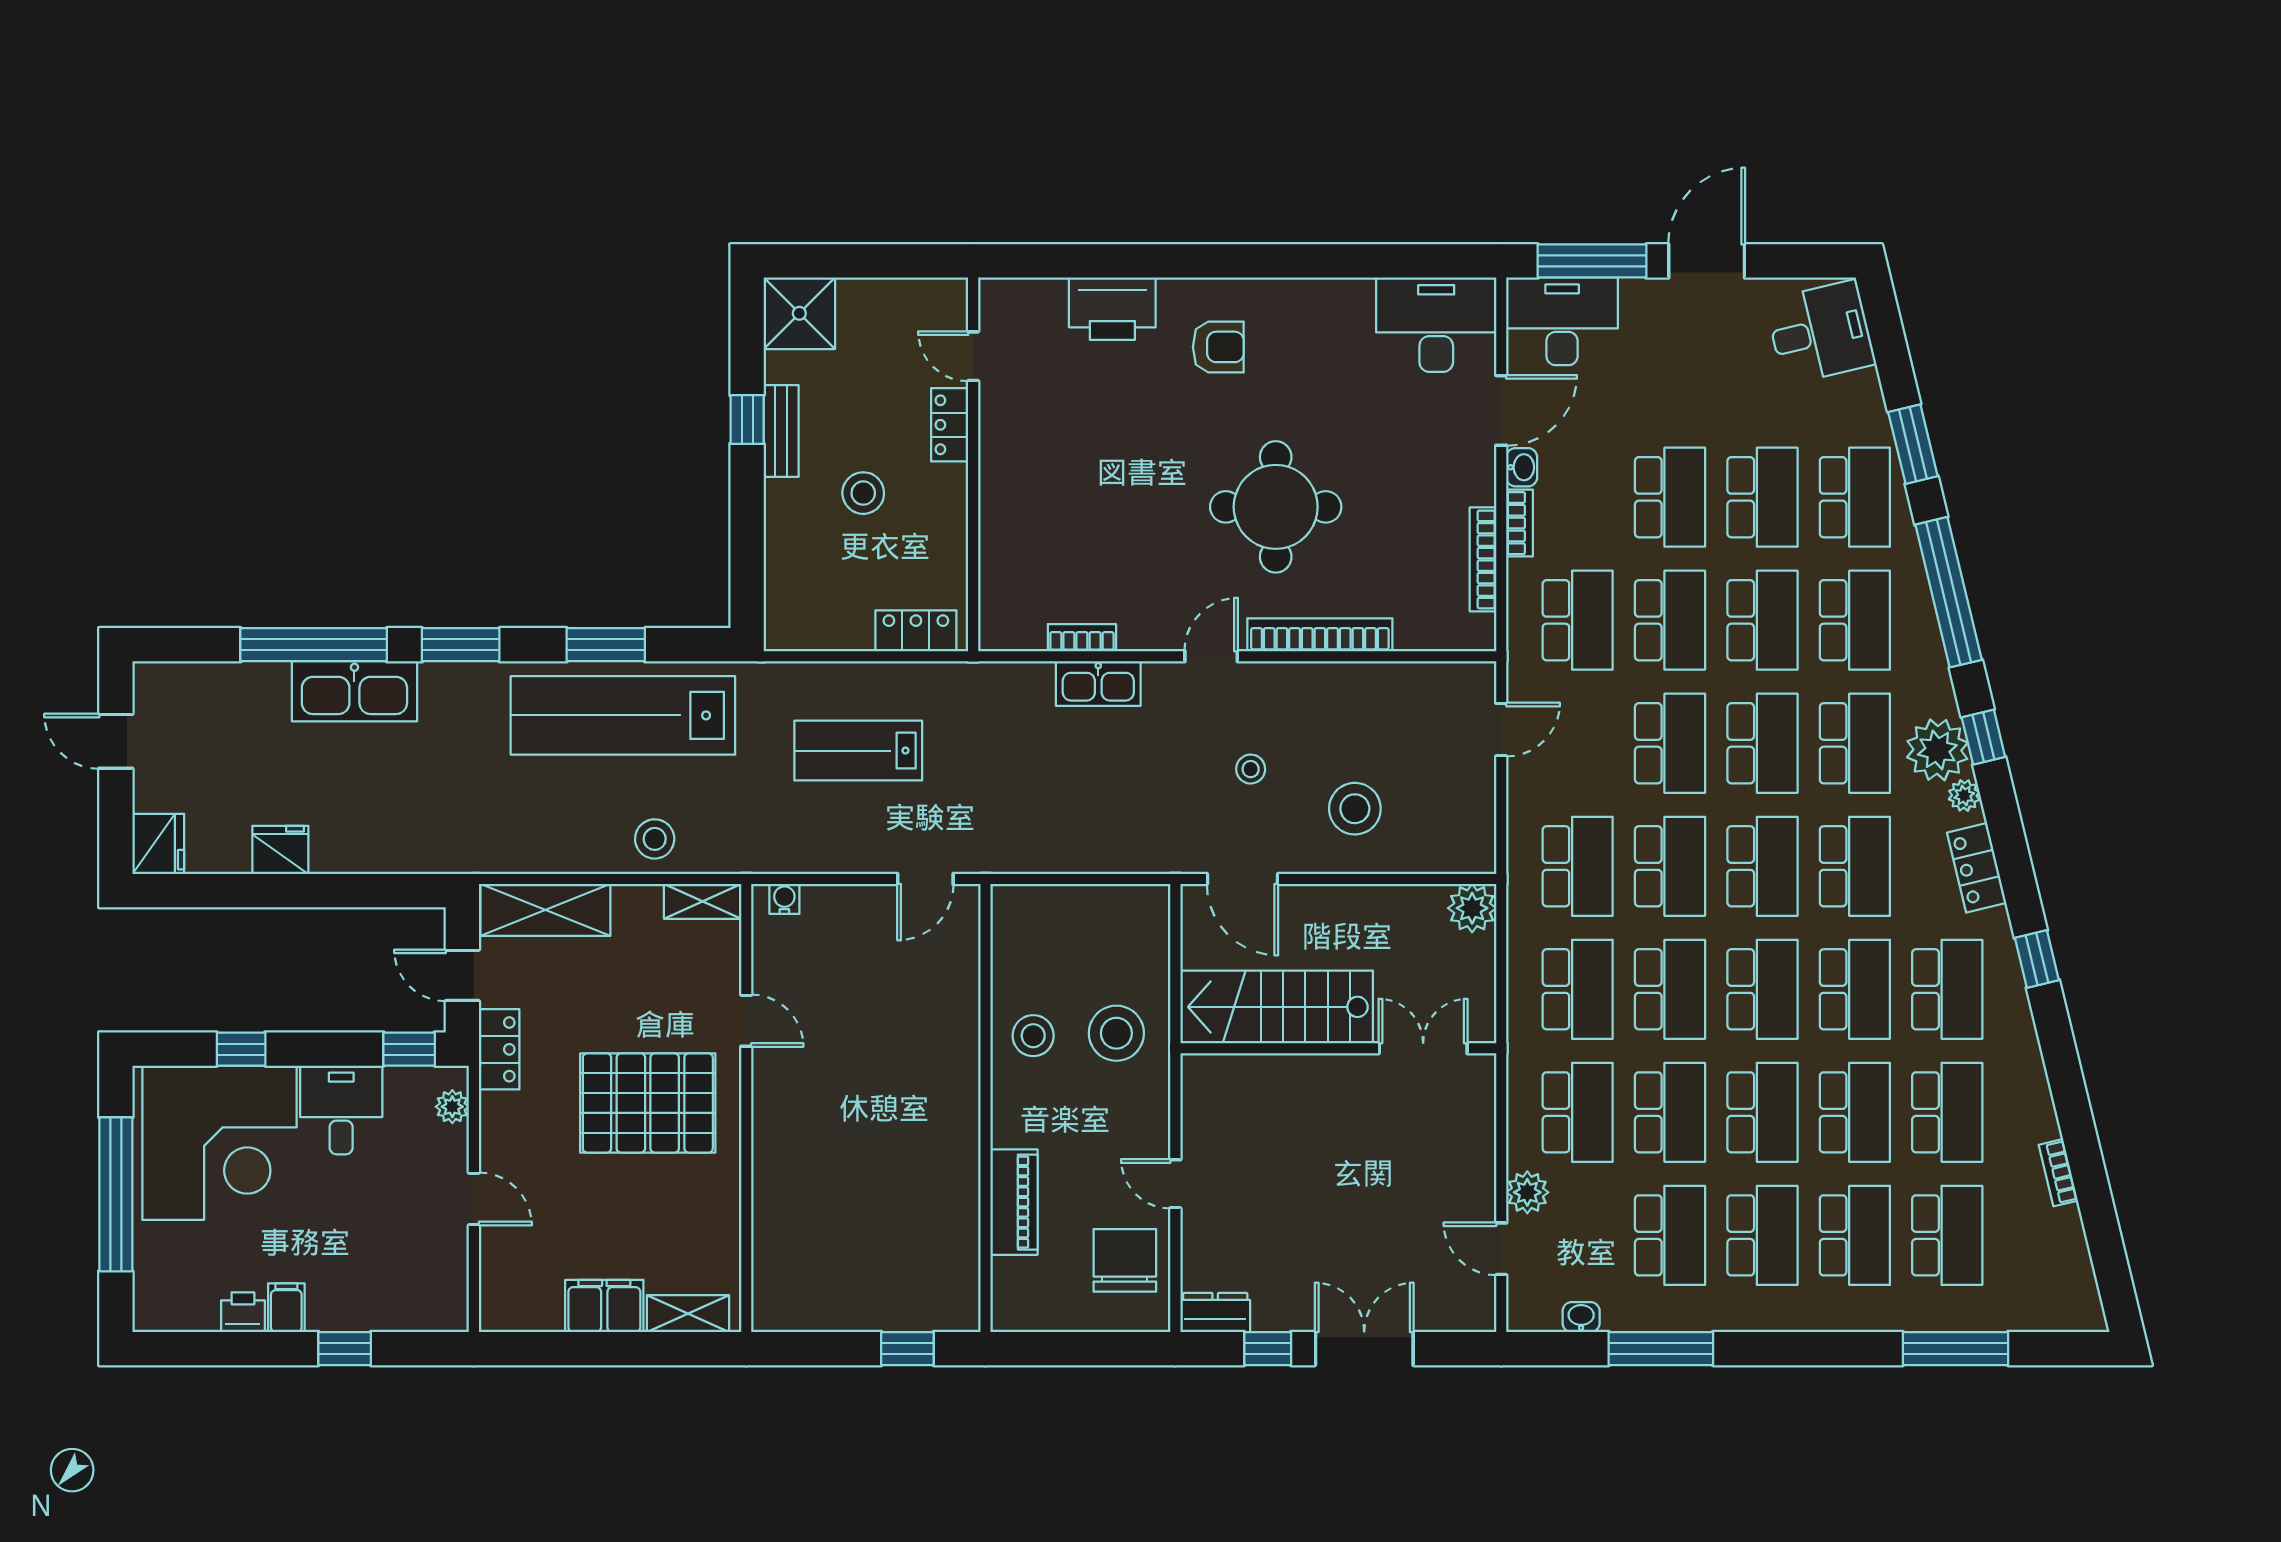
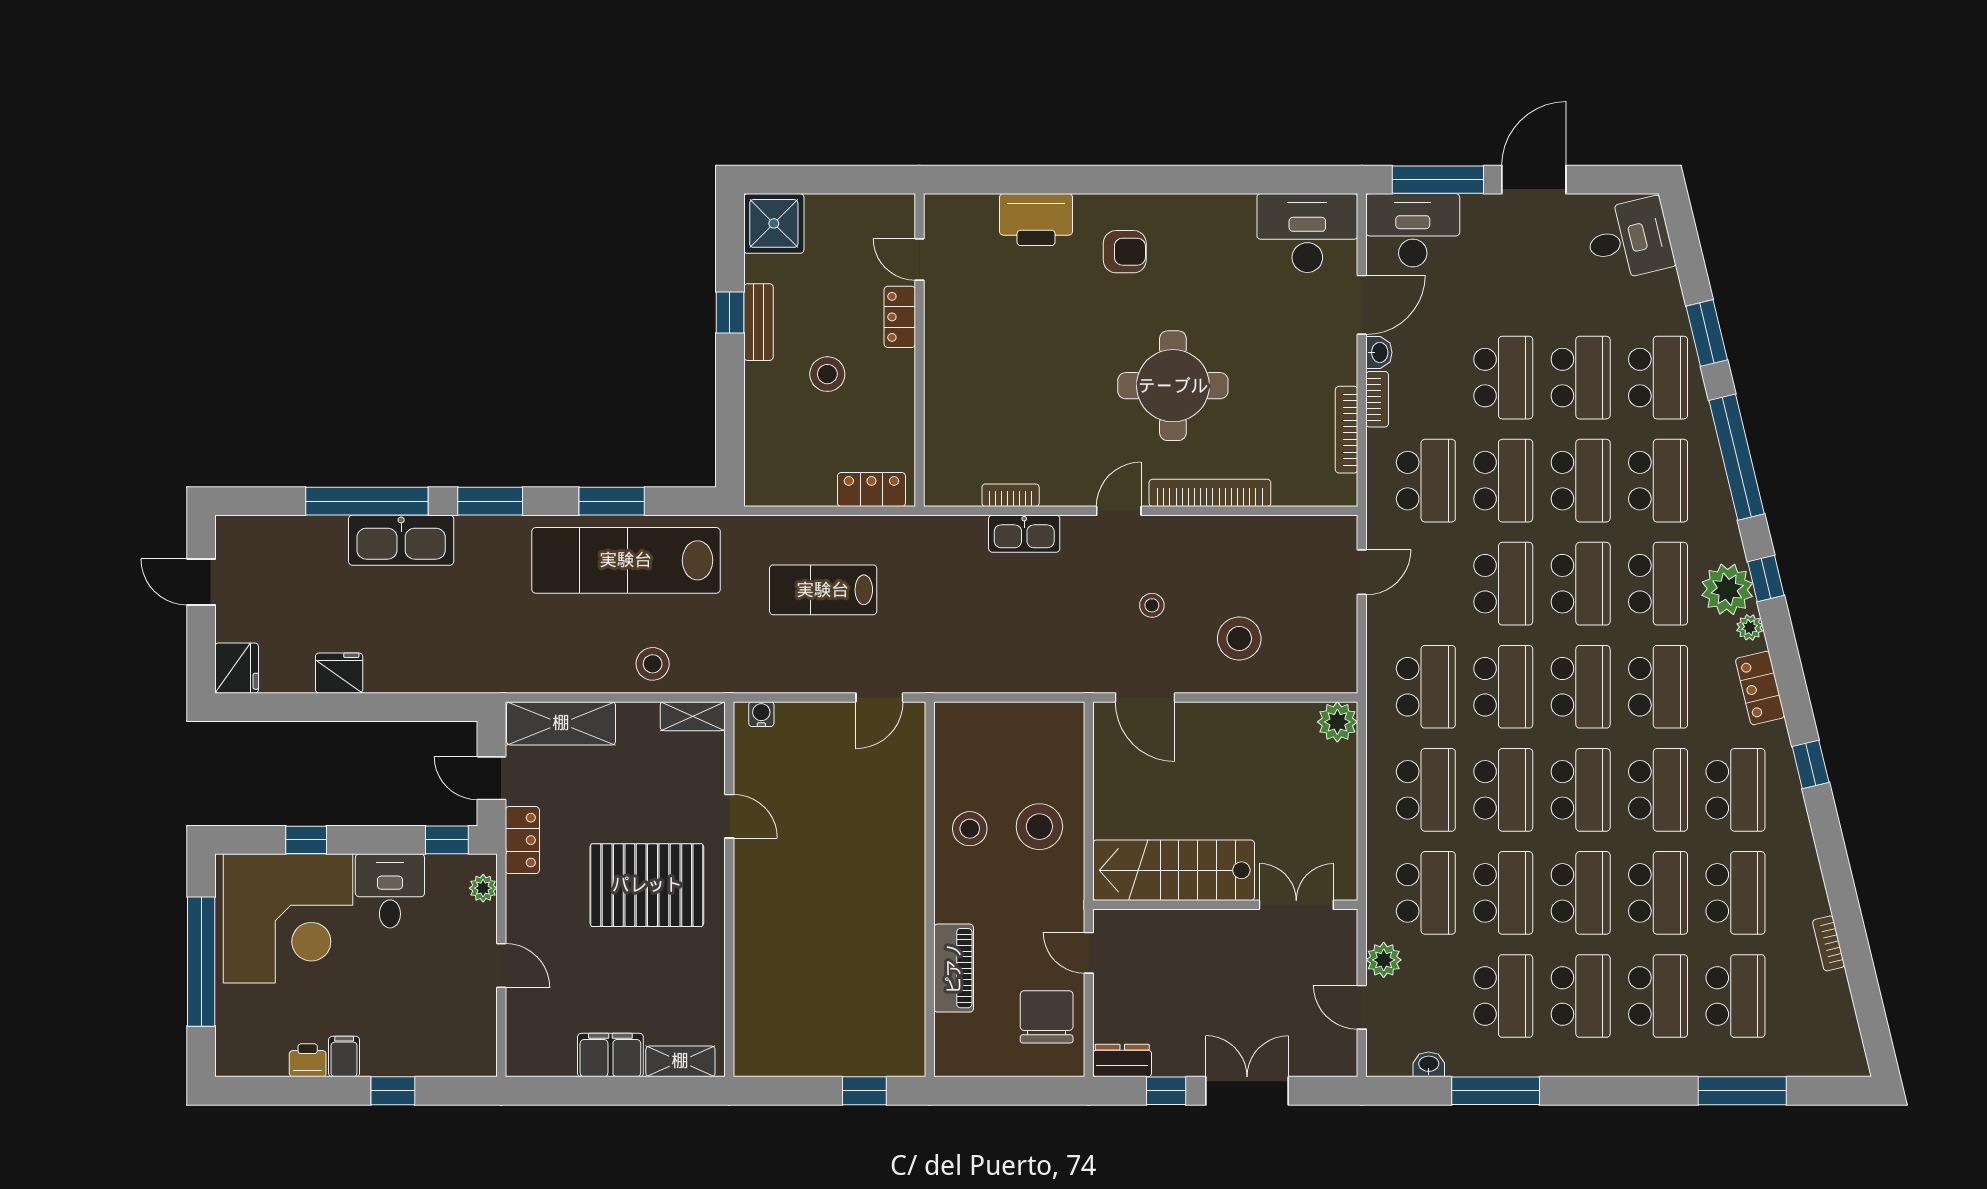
stairs: (1277, 1007) -> (1174, 870), moved
wall: (1338, 1048) -> (1225, 905), moved
double door: (1423, 1048) -> (1296, 905), moved

